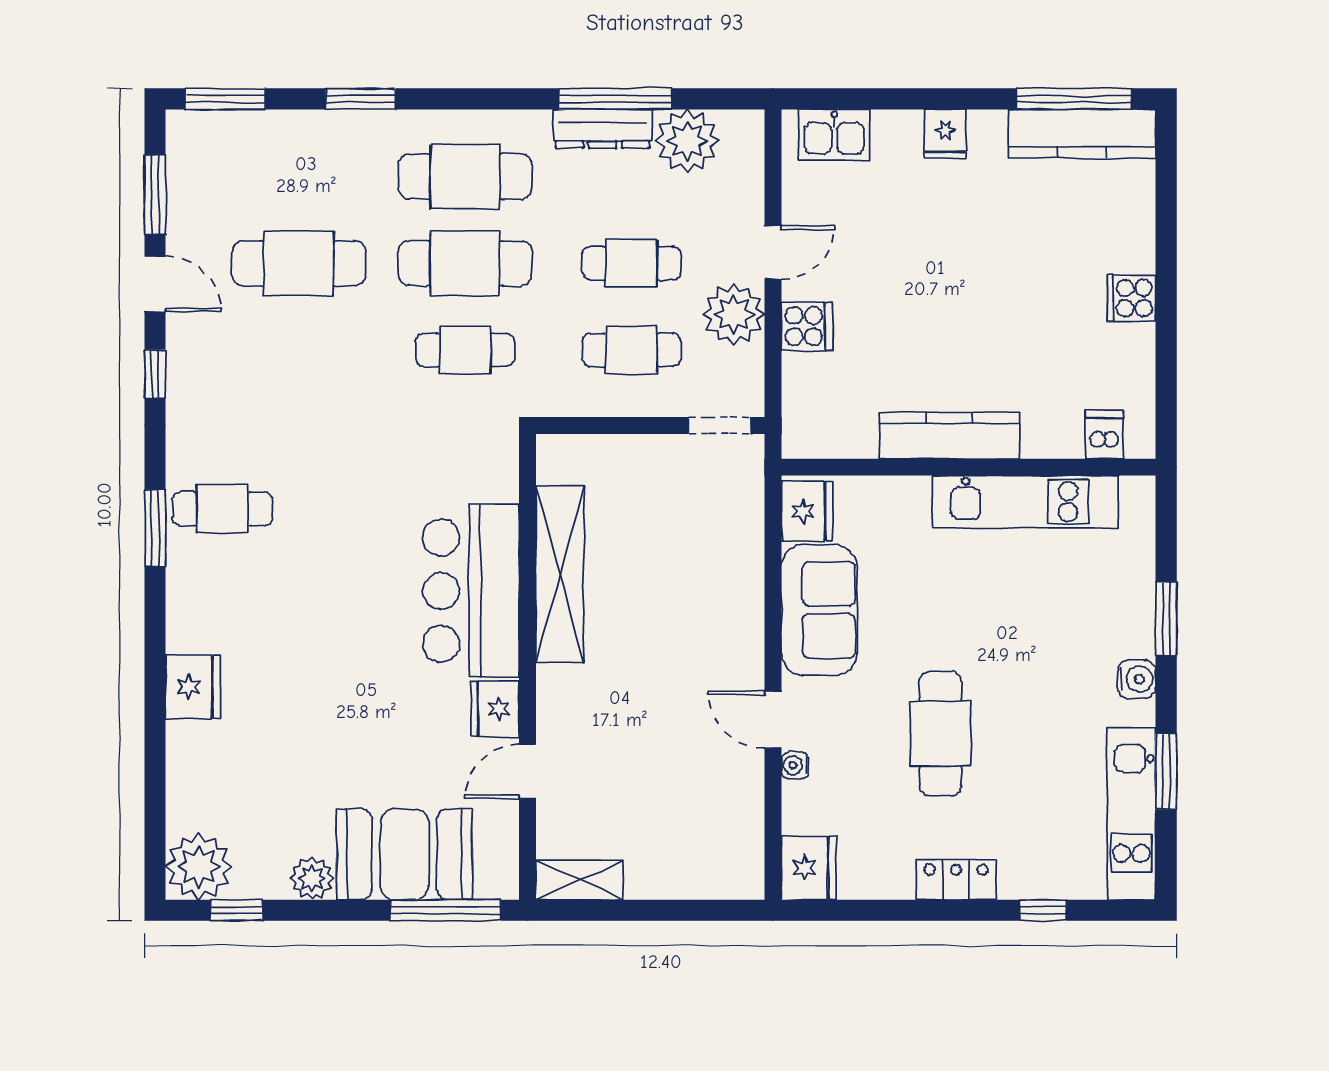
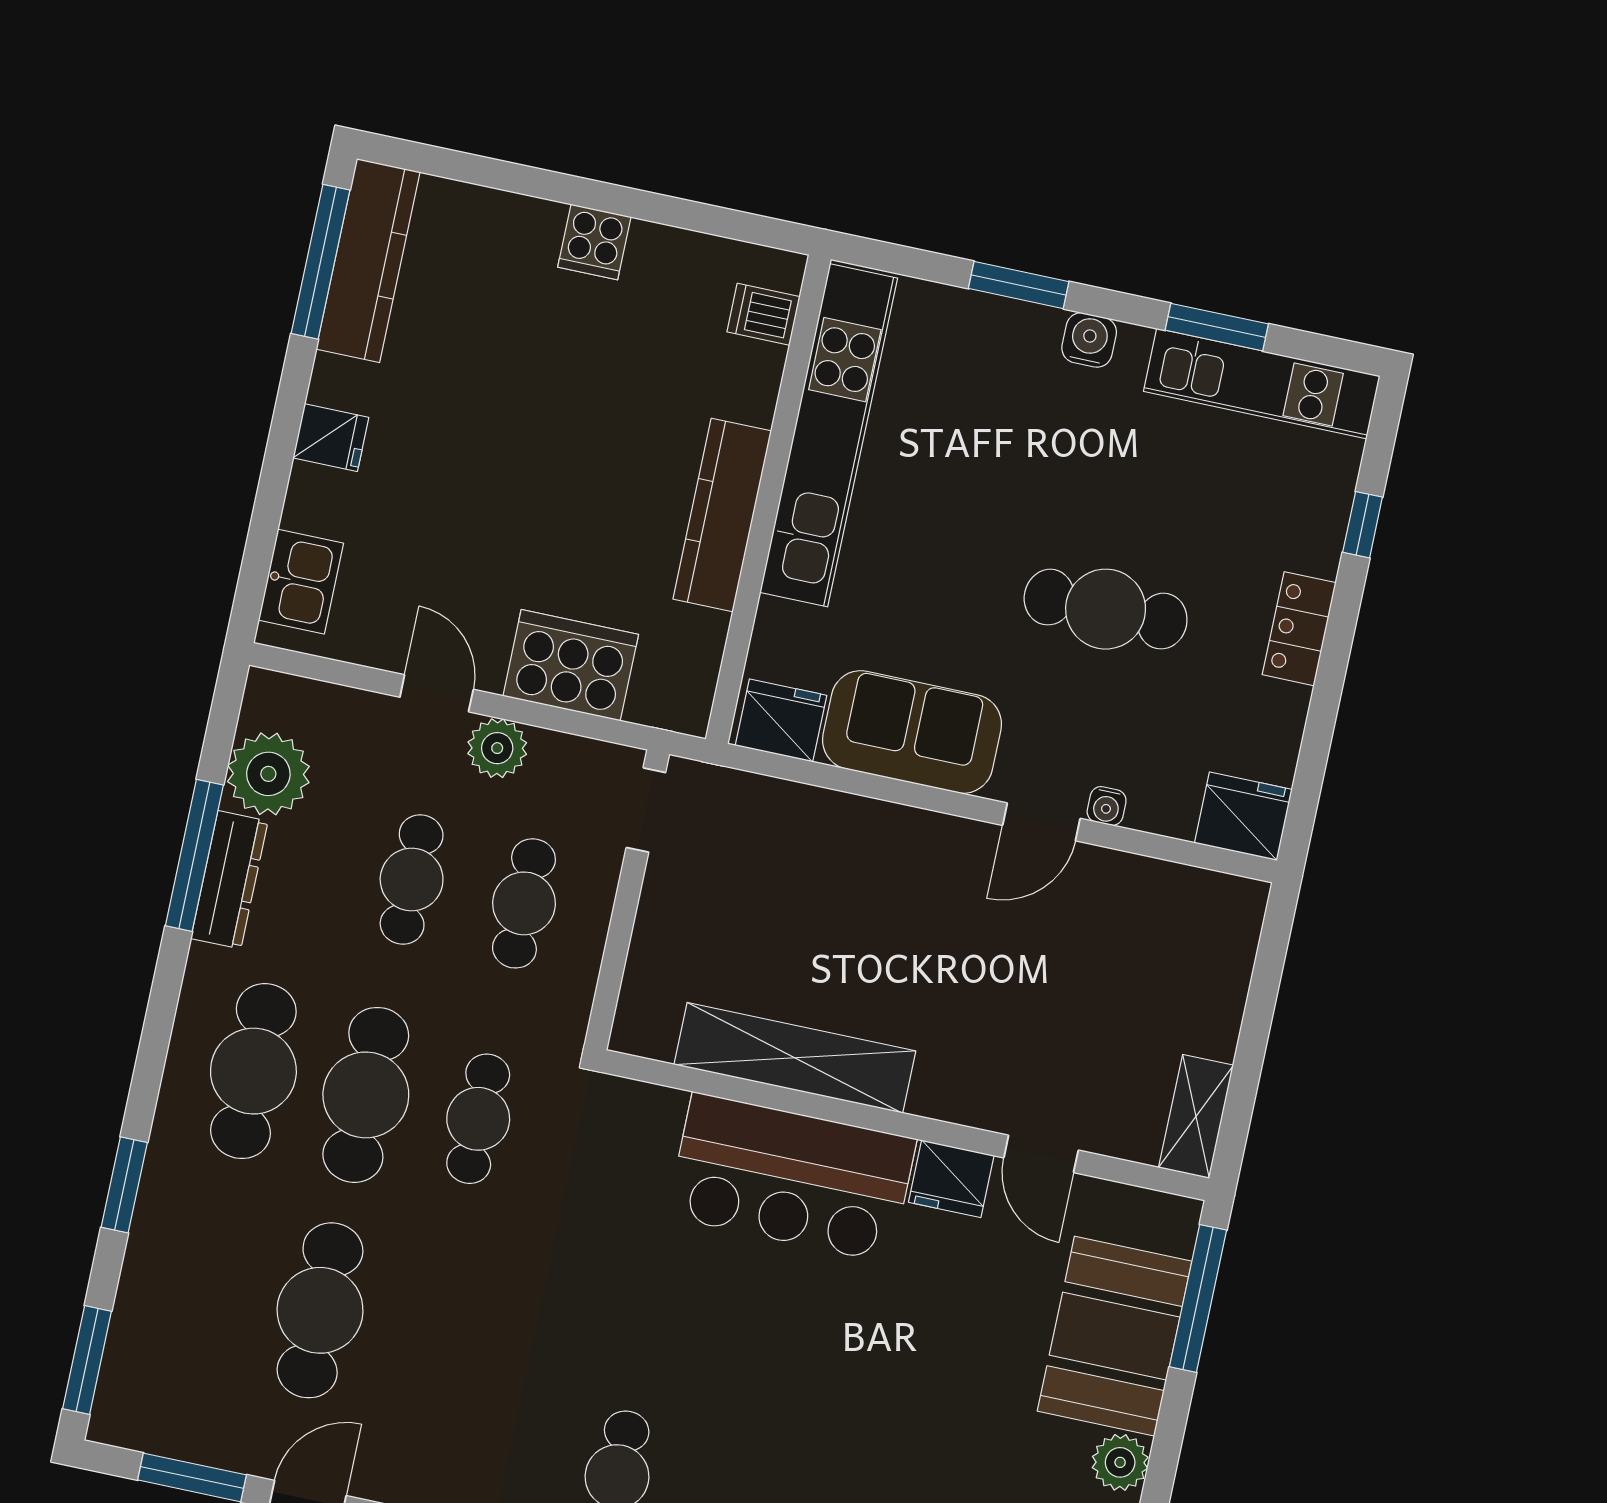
plant: (734, 314) -> (497, 748), width x0.73, depth x0.73
cooker: (807, 326) -> (571, 665), width x1.87, depth x1.31
kitchen unit: (1025, 502) -> (829, 435), width x1.36

